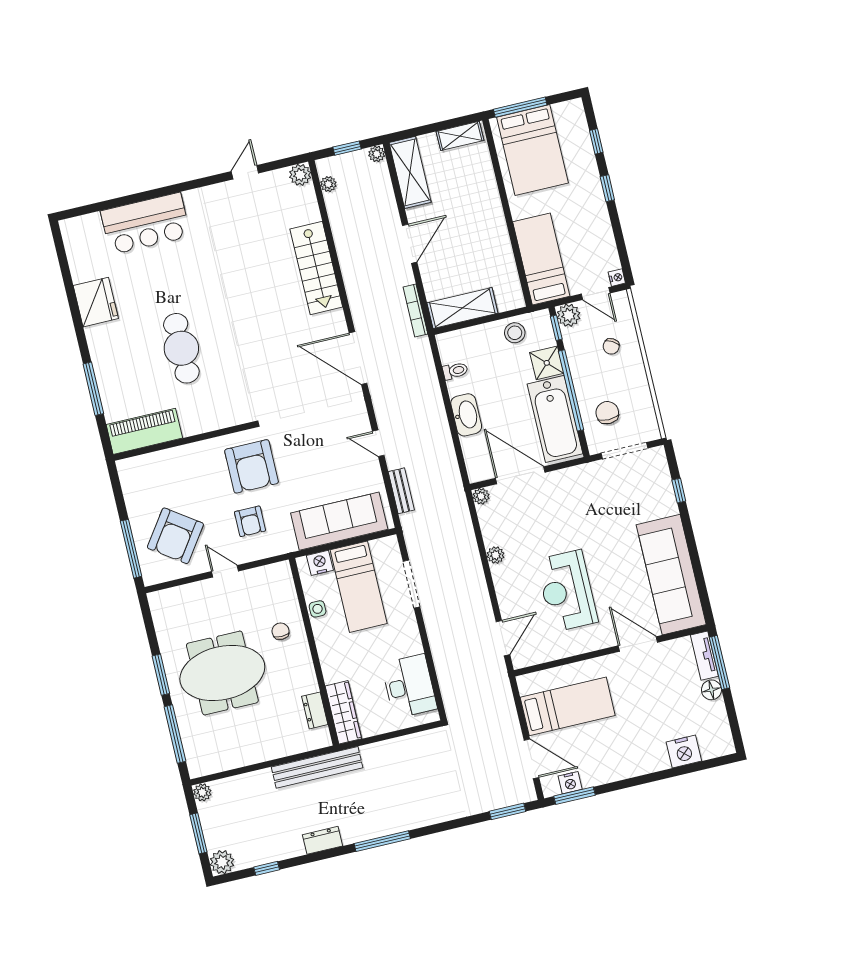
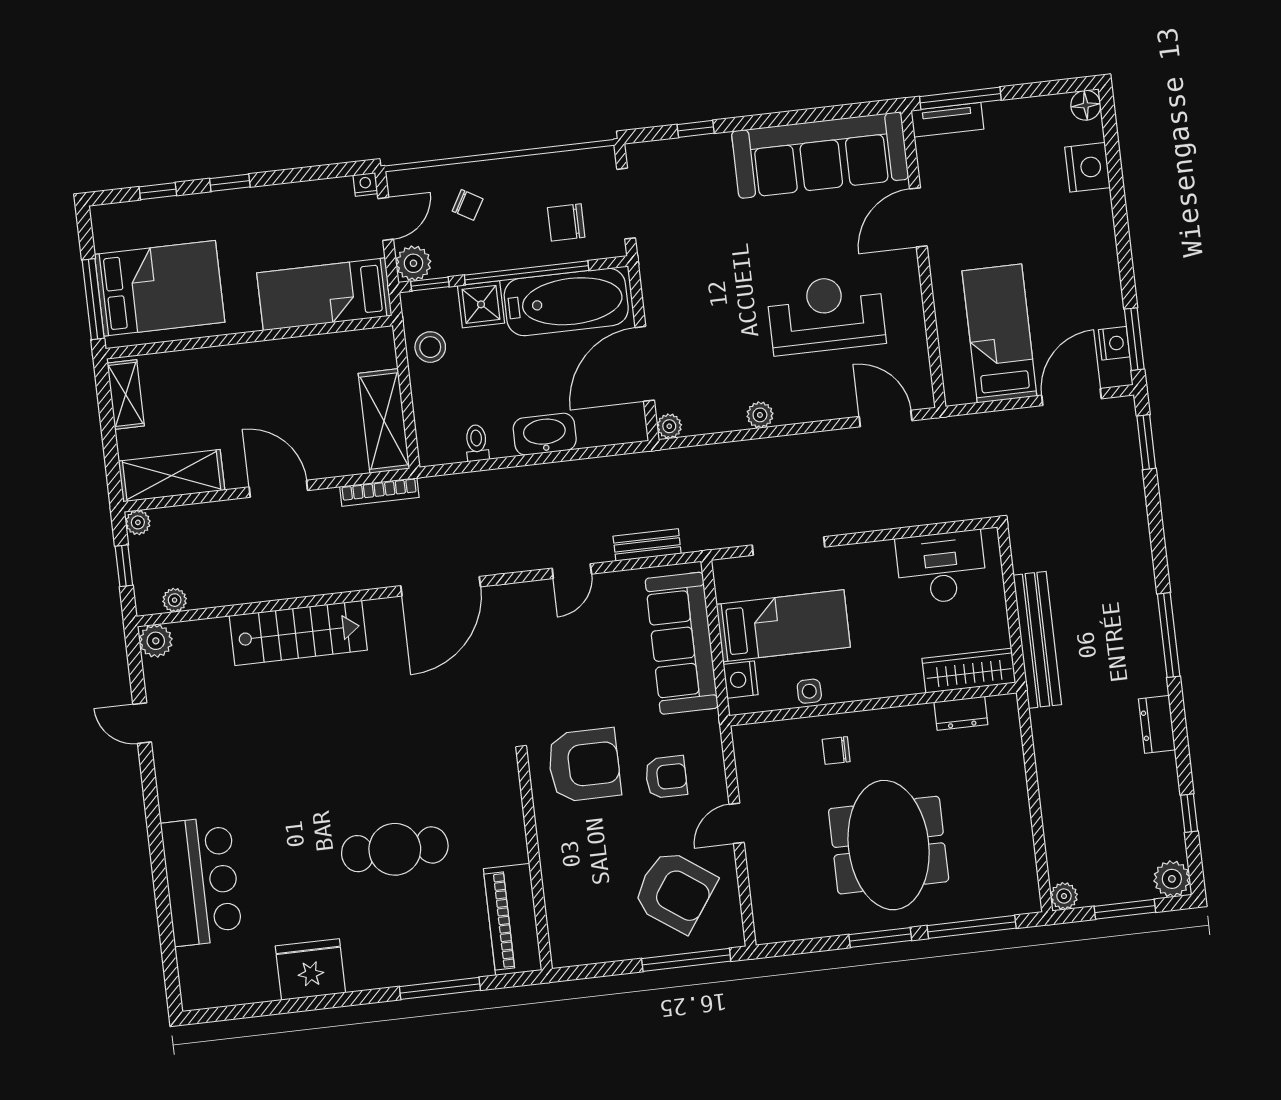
reception desk: (567, 591) -> (826, 314), turned 180
floor lamp: (711, 690) -> (1086, 105), moved
bench: (317, 767) -> (1037, 640), moved

